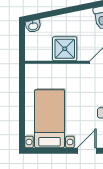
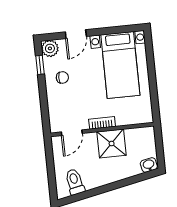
bookcase: (71, 68) -> (102, 123), added

